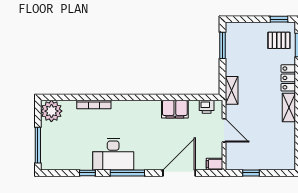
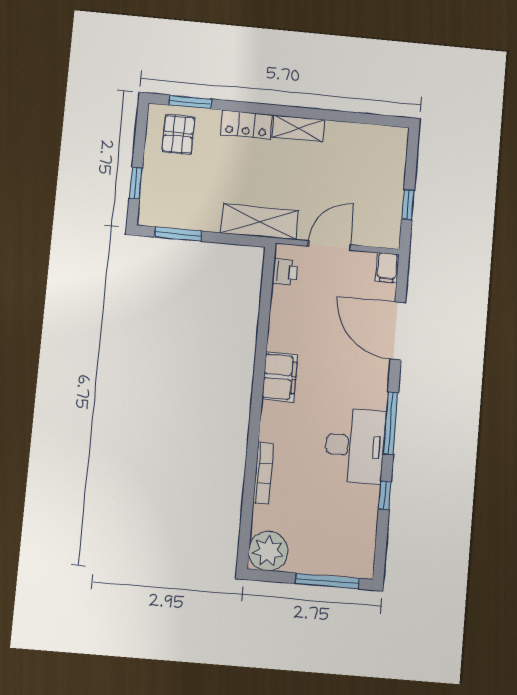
window: (279, 19) -> (136, 183), moved
shelving: (232, 90) -> (260, 222), width x1.50, depth x1.33
filing cabinet: (175, 109) -> (280, 377), moved

